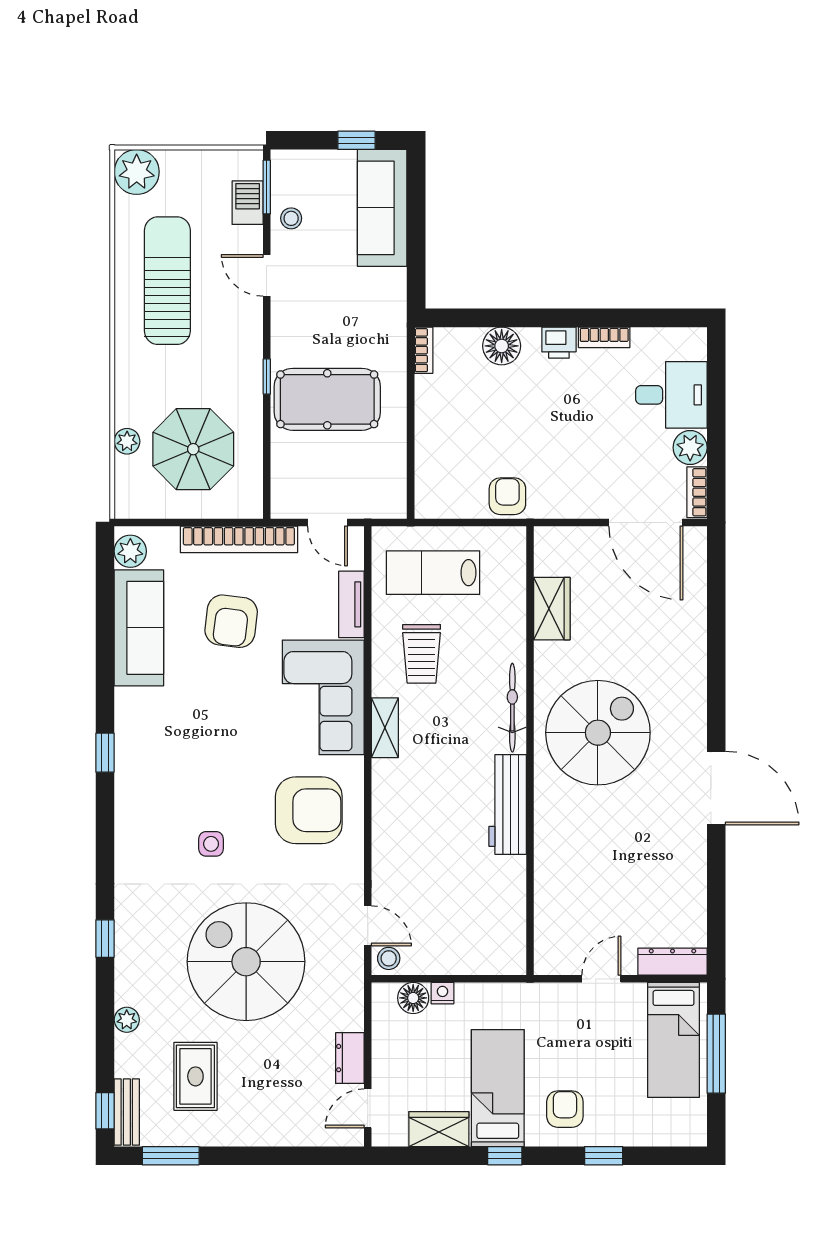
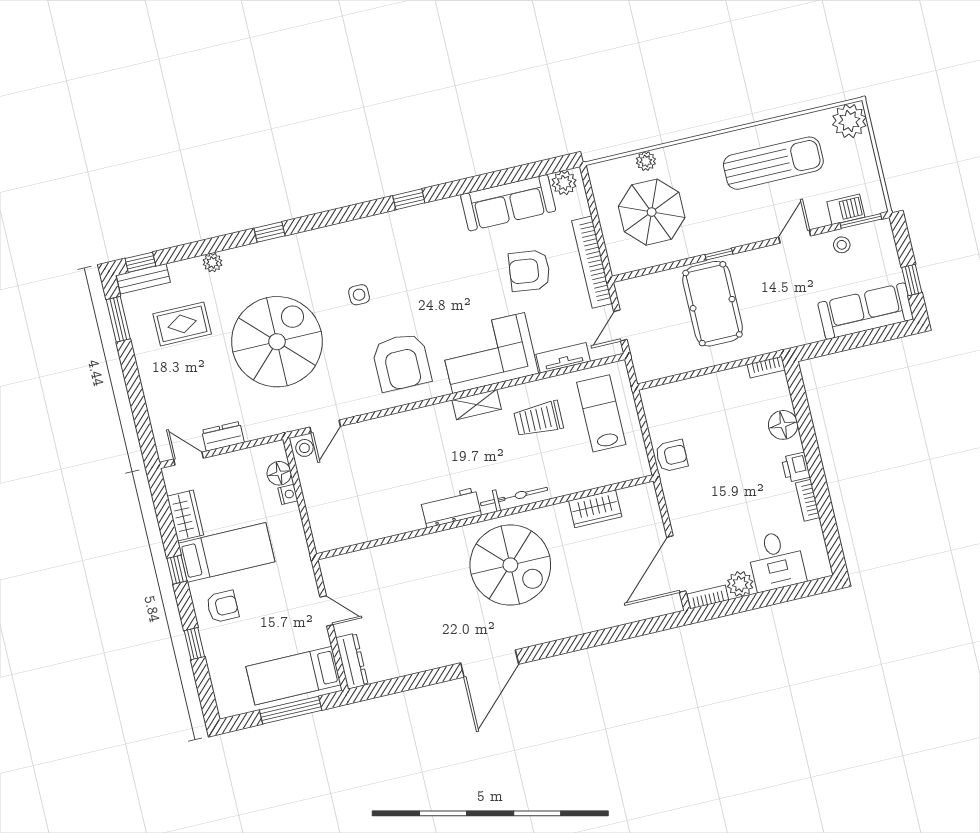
workbench: (508, 804) -> (451, 508), width x0.73

